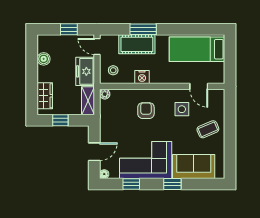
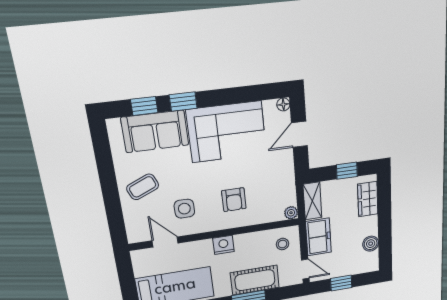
nightstand: (142, 77) -> (224, 245), moved
window: (131, 184) -> (144, 106), moved

